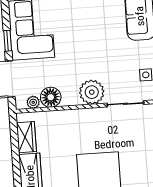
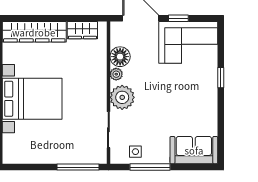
plant: (33, 102) -> (116, 74), moved

